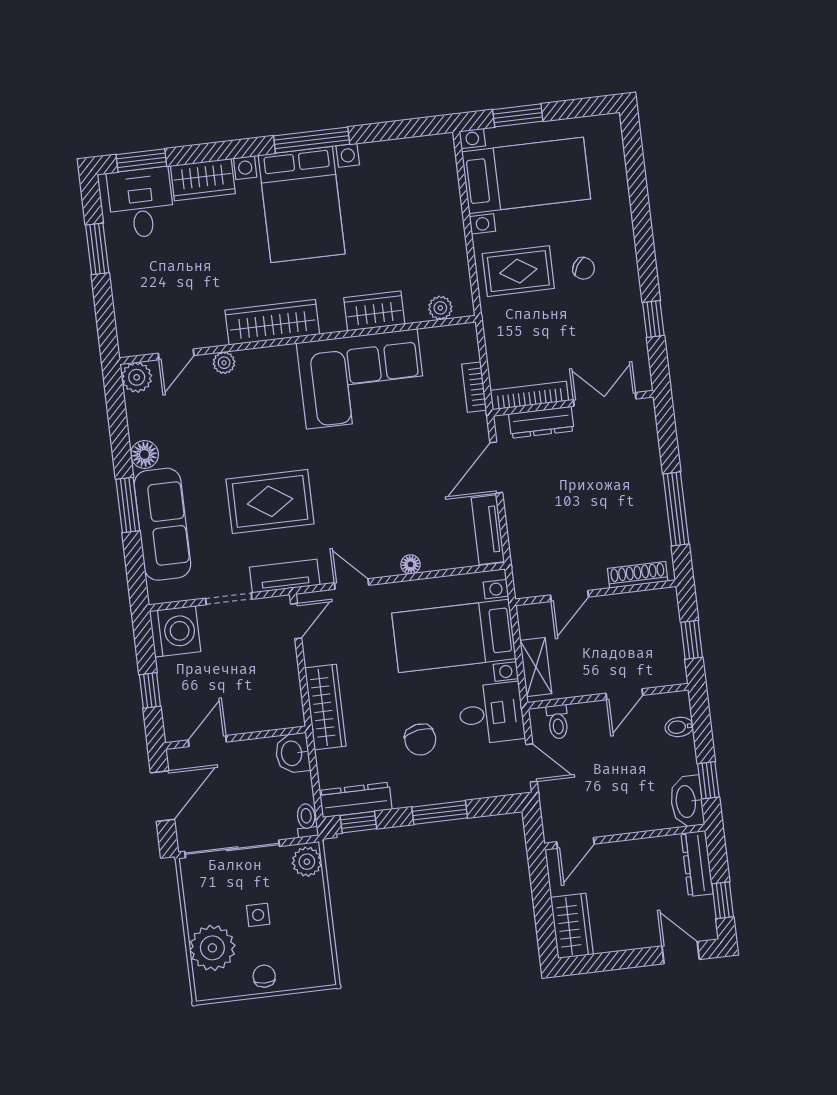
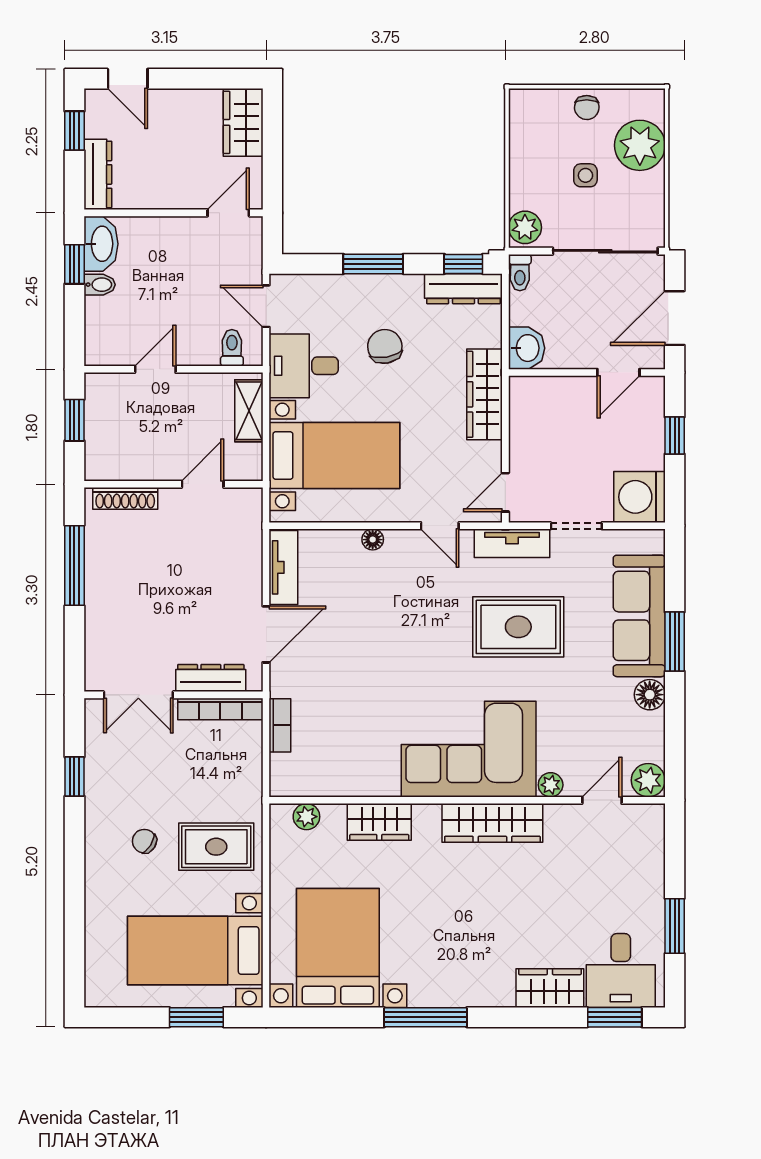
bed with nightstands: (302, 204) -> (338, 948), moved
corner sofa: (362, 379) -> (469, 749), moved
bidet: (679, 727) -> (100, 285), moved

